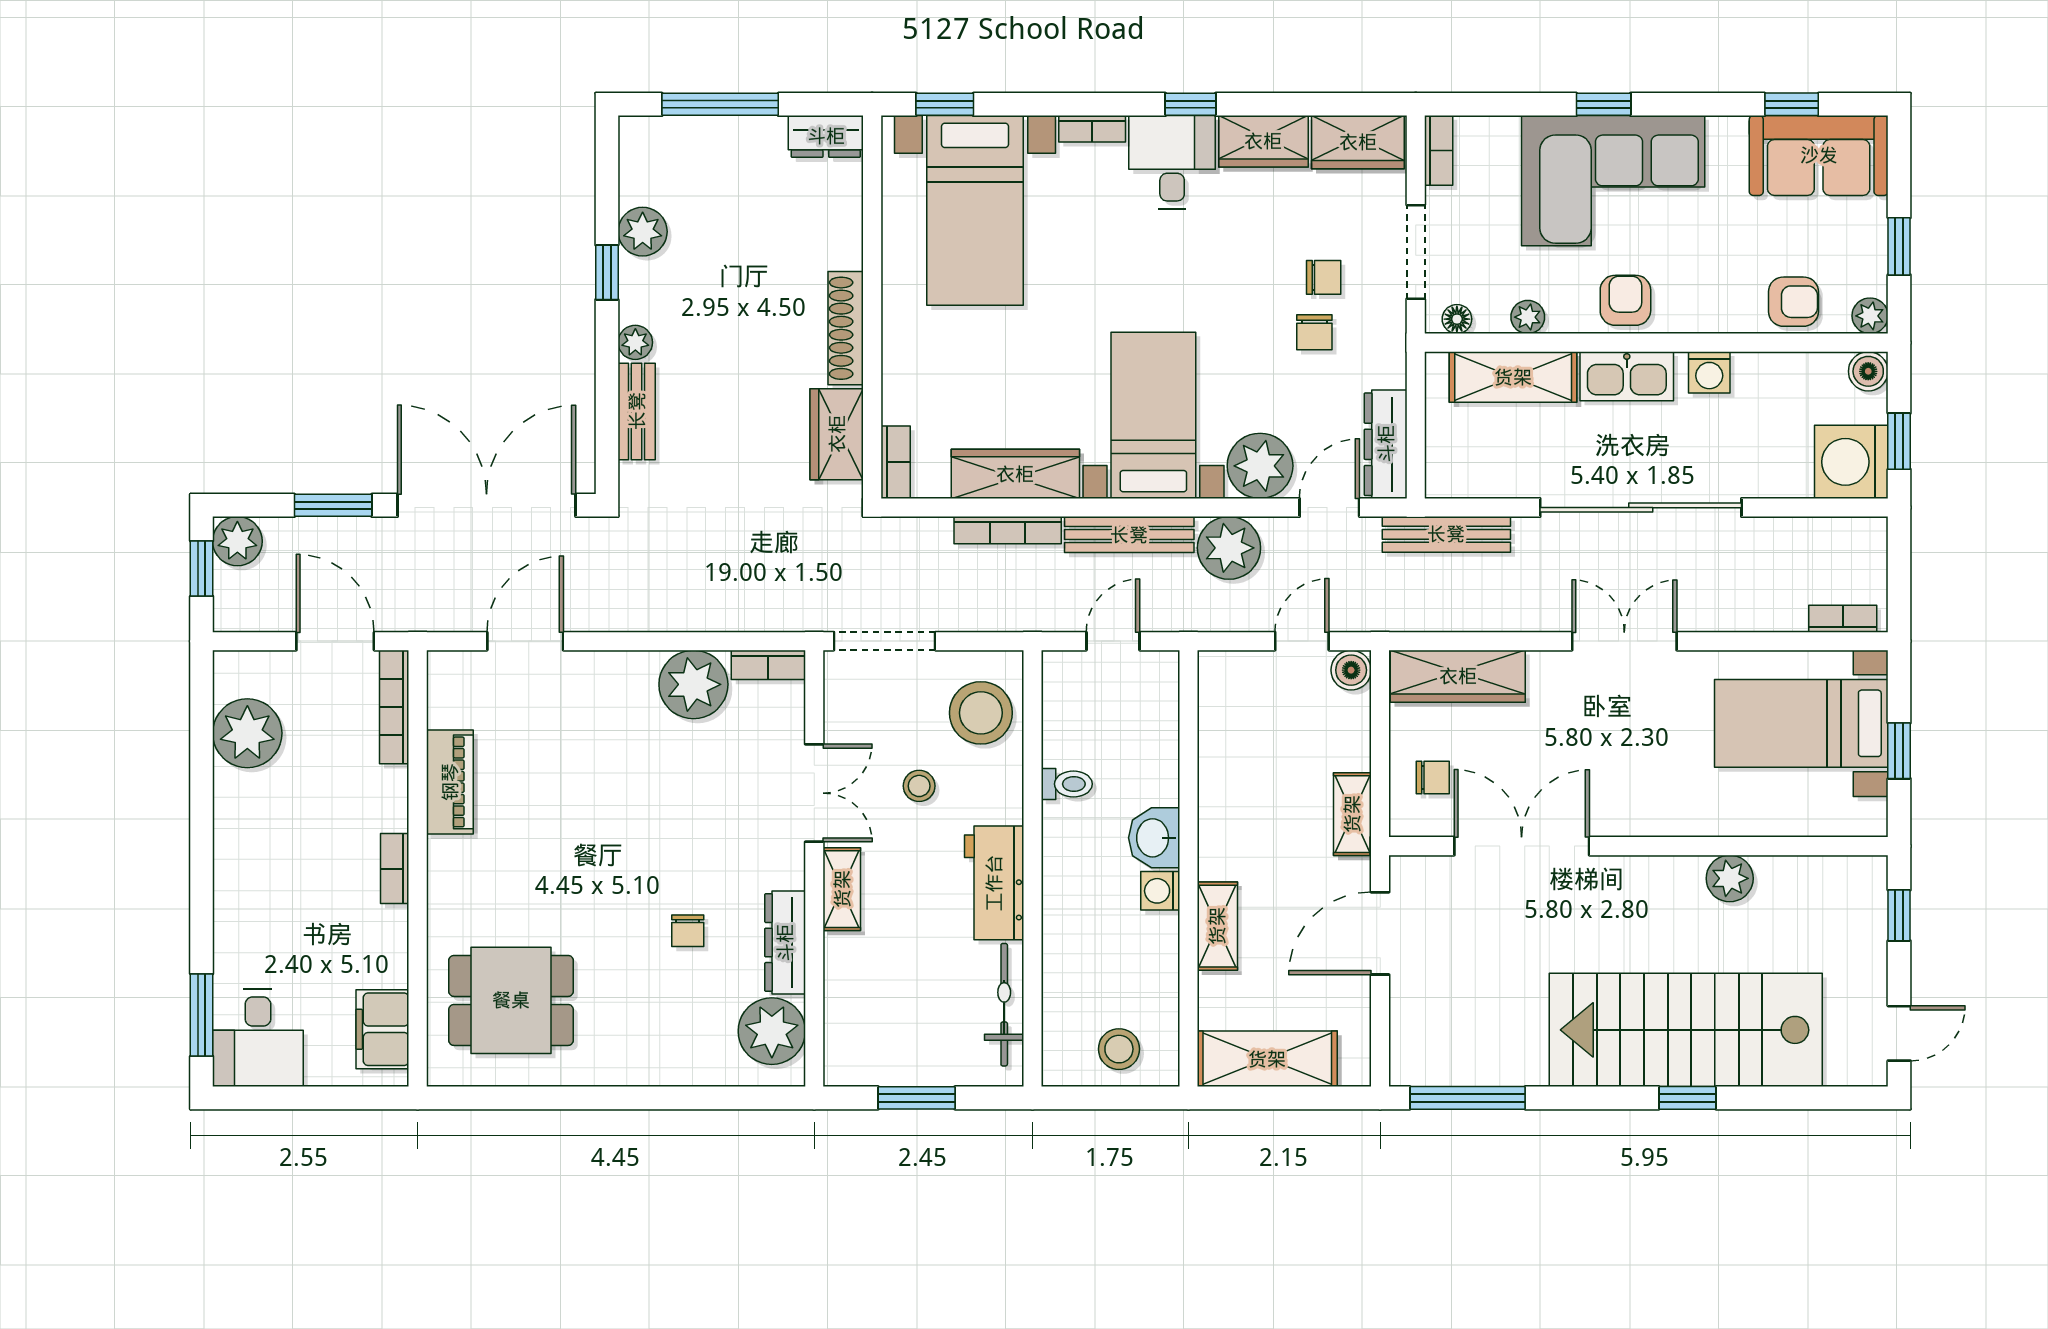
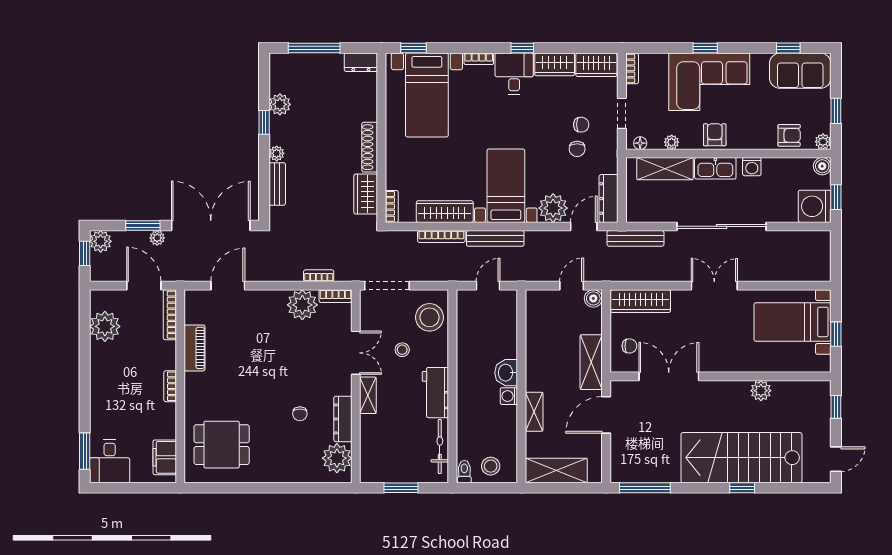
doorway: (1416, 252) -> (622, 113), width x0.73
plant: (1229, 548) -> (157, 238), moved, width x0.53, depth x0.53
bookcase: (1843, 619) -> (319, 276), moved
toilet: (1067, 784) -> (464, 472), moved, turned -90
shelving: (1352, 814) -> (591, 362), width x1.50, depth x1.33

